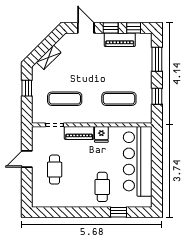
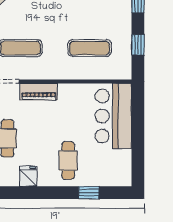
fridge: (101, 134) -> (28, 176), moved, turned 180
bar counter: (138, 161) -> (113, 116), width x0.73

